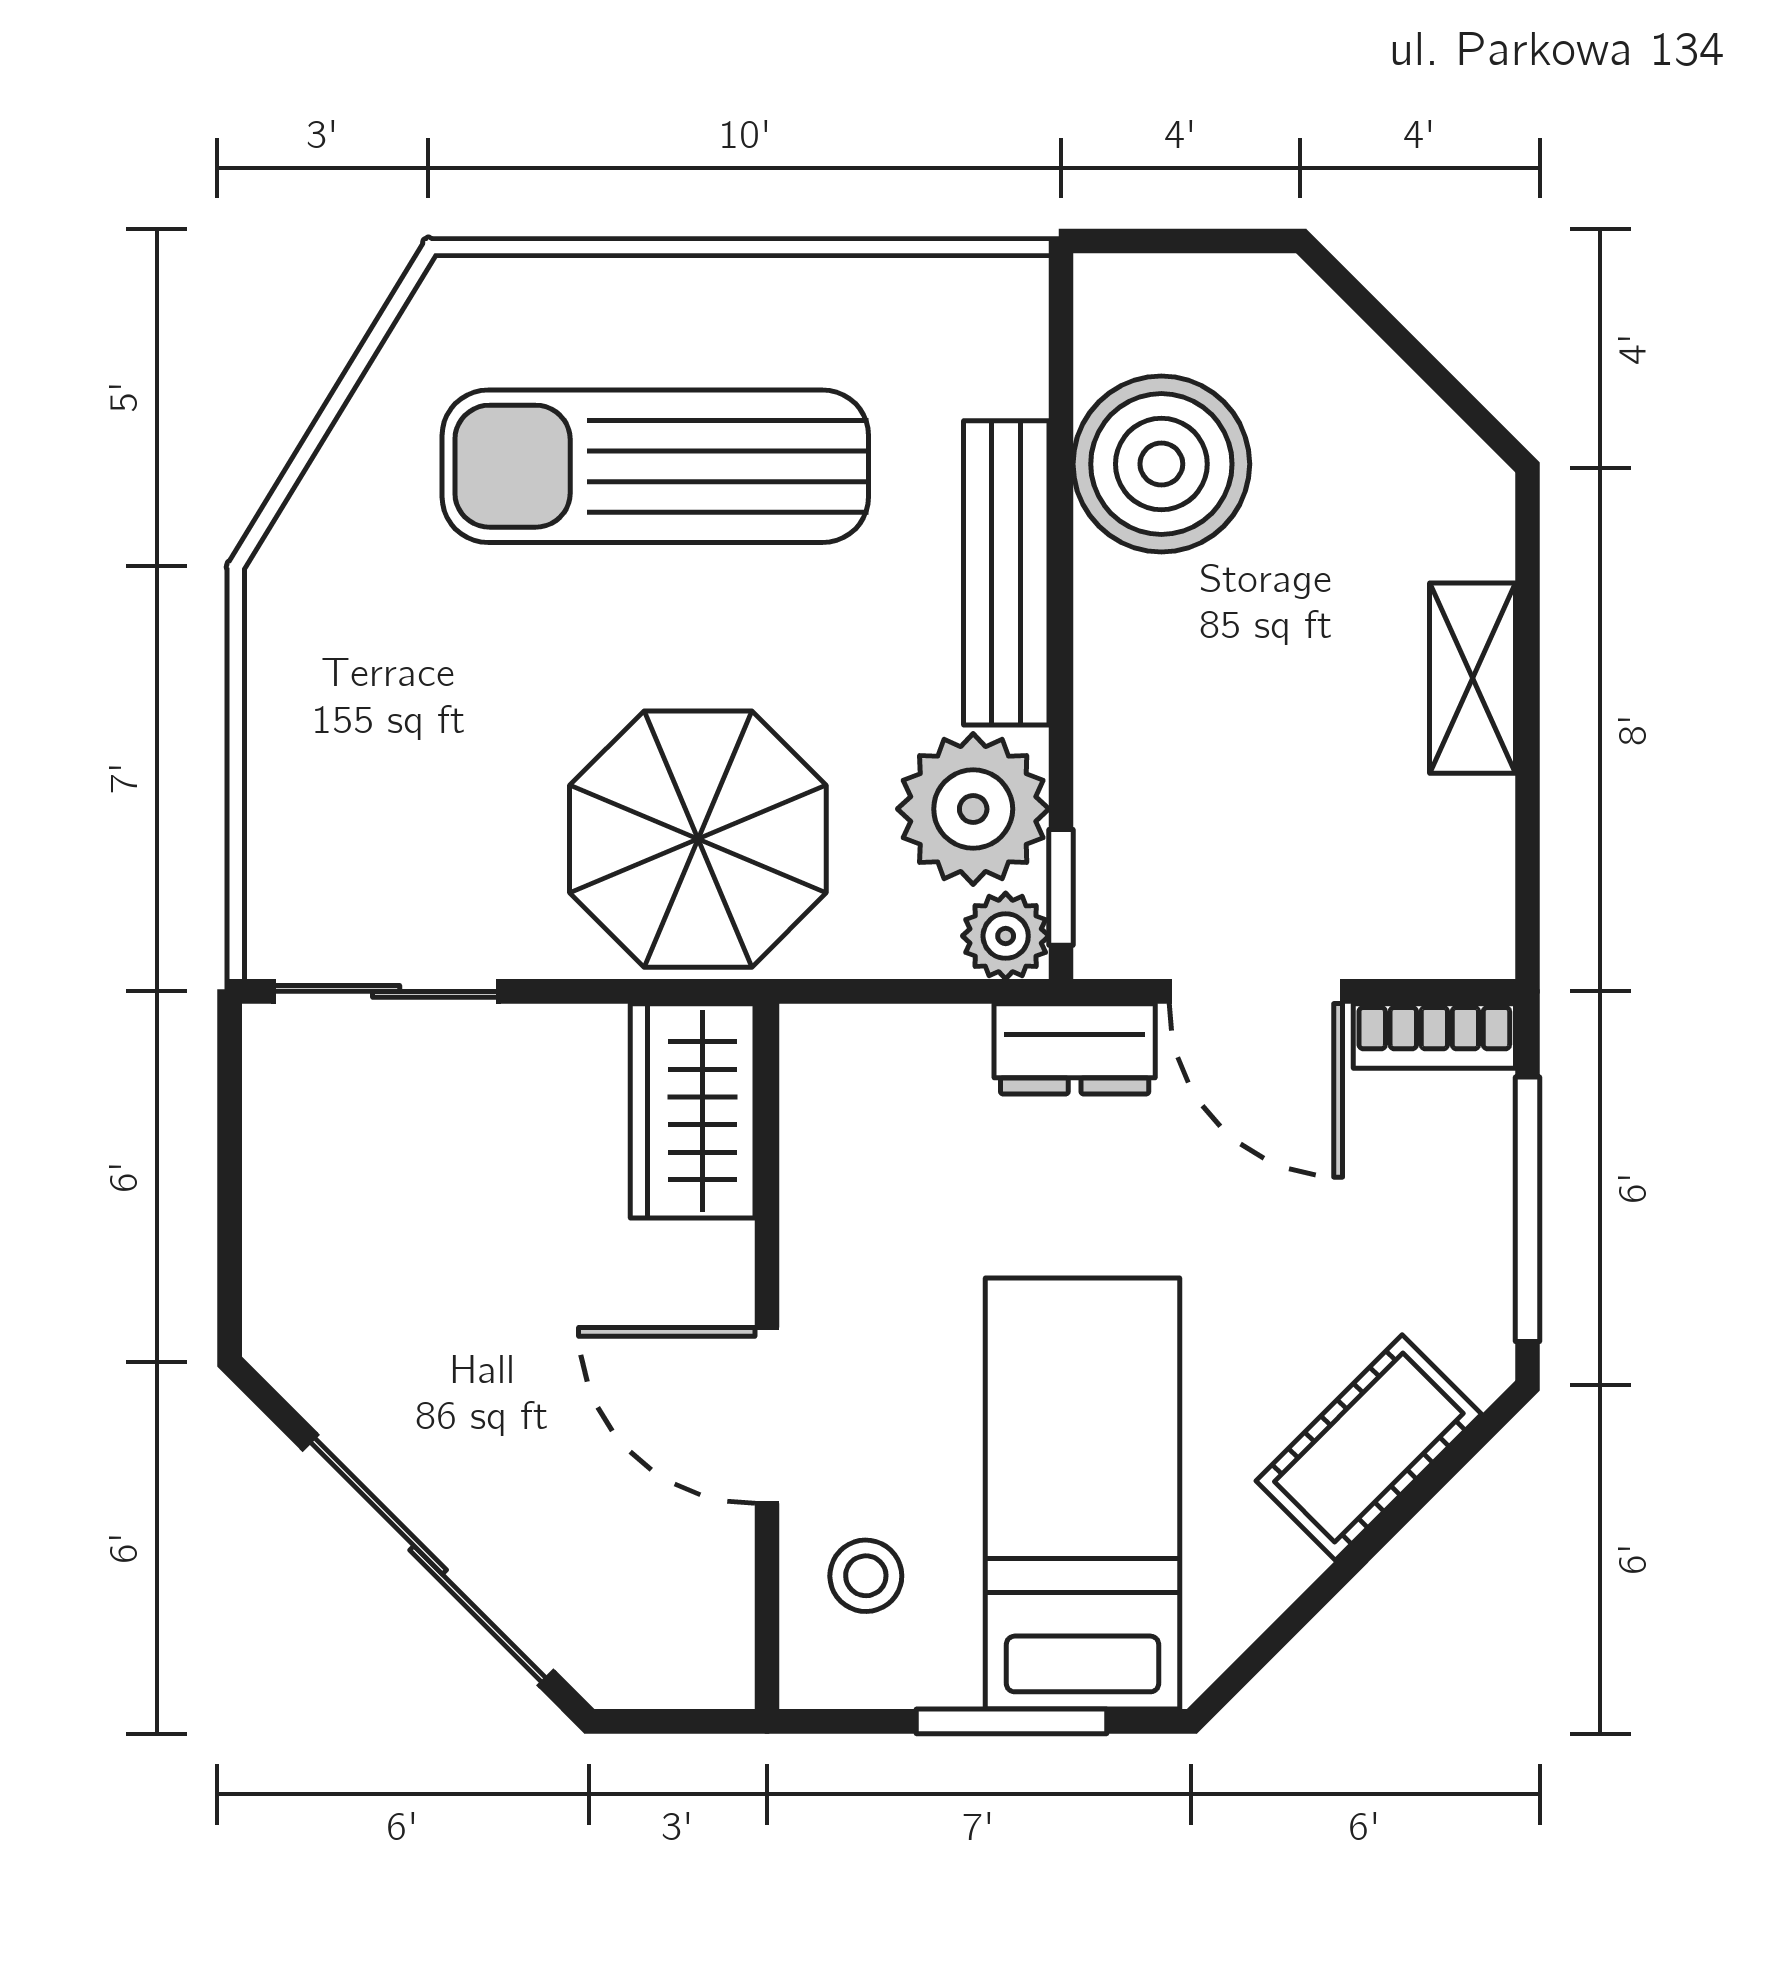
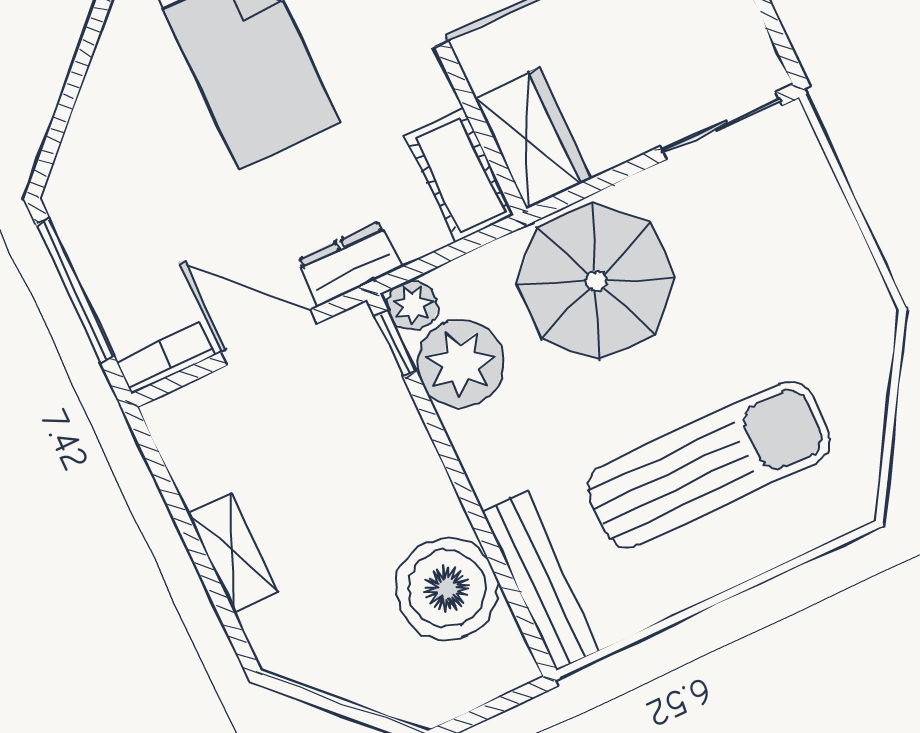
bench: (1006, 573) -> (541, 581), moved
cot: (1369, 1448) -> (460, 175), moved, turned -45

